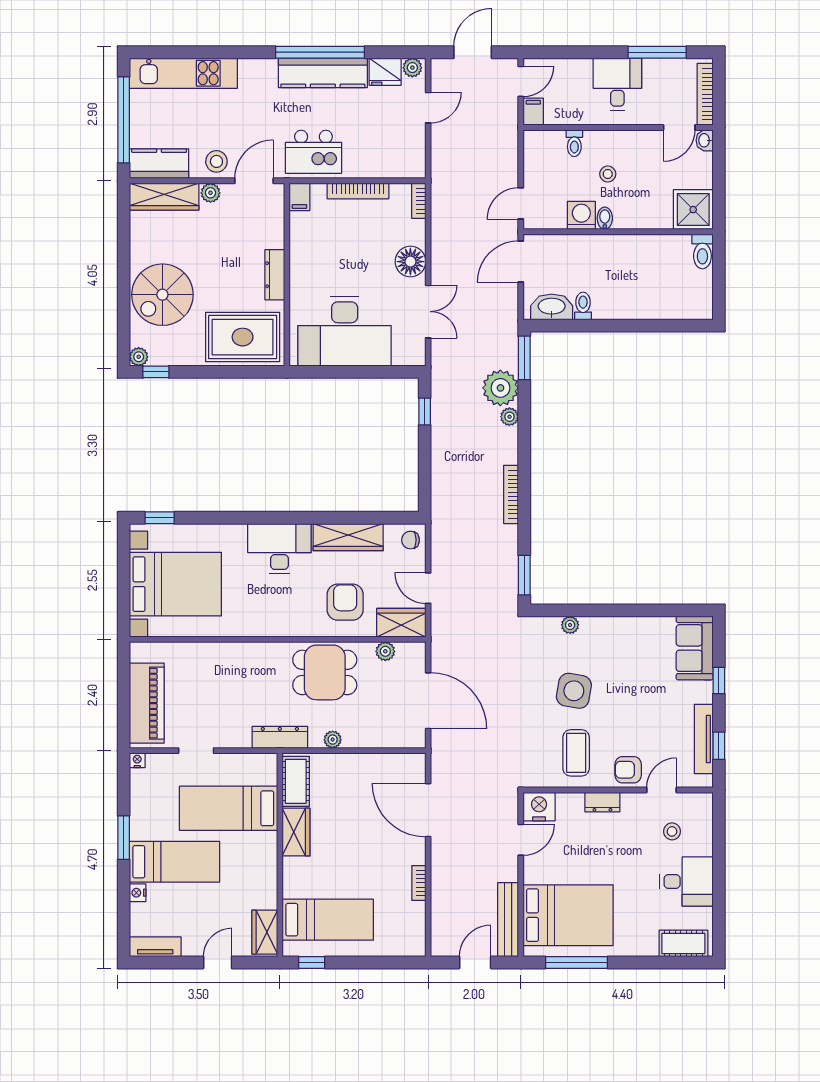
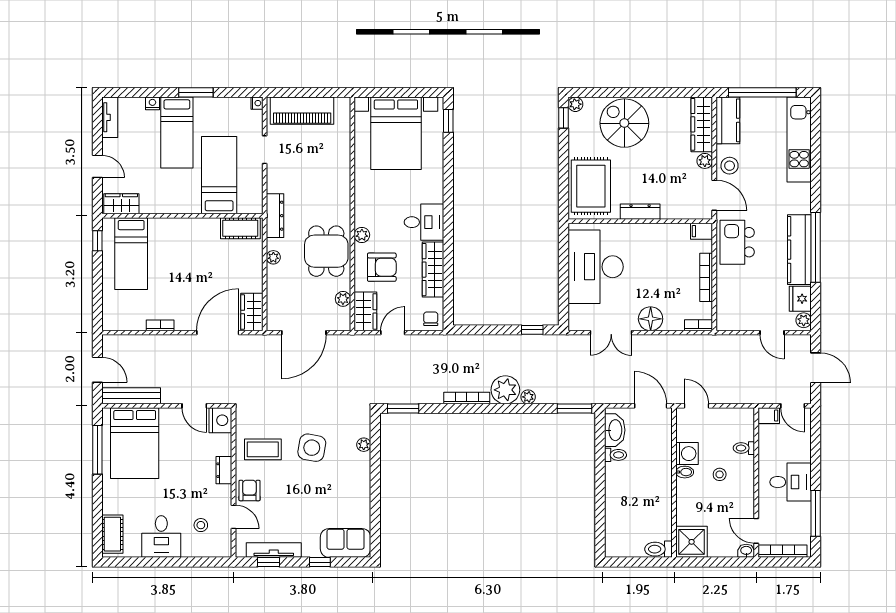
plant: (500, 388) -> (505, 390), moved
desk: (279, 549) -> (424, 222), width x0.73
plant: (304, 627) -> (362, 235), added
wardrobe: (296, 832) -> (252, 312), moved, turned 90

